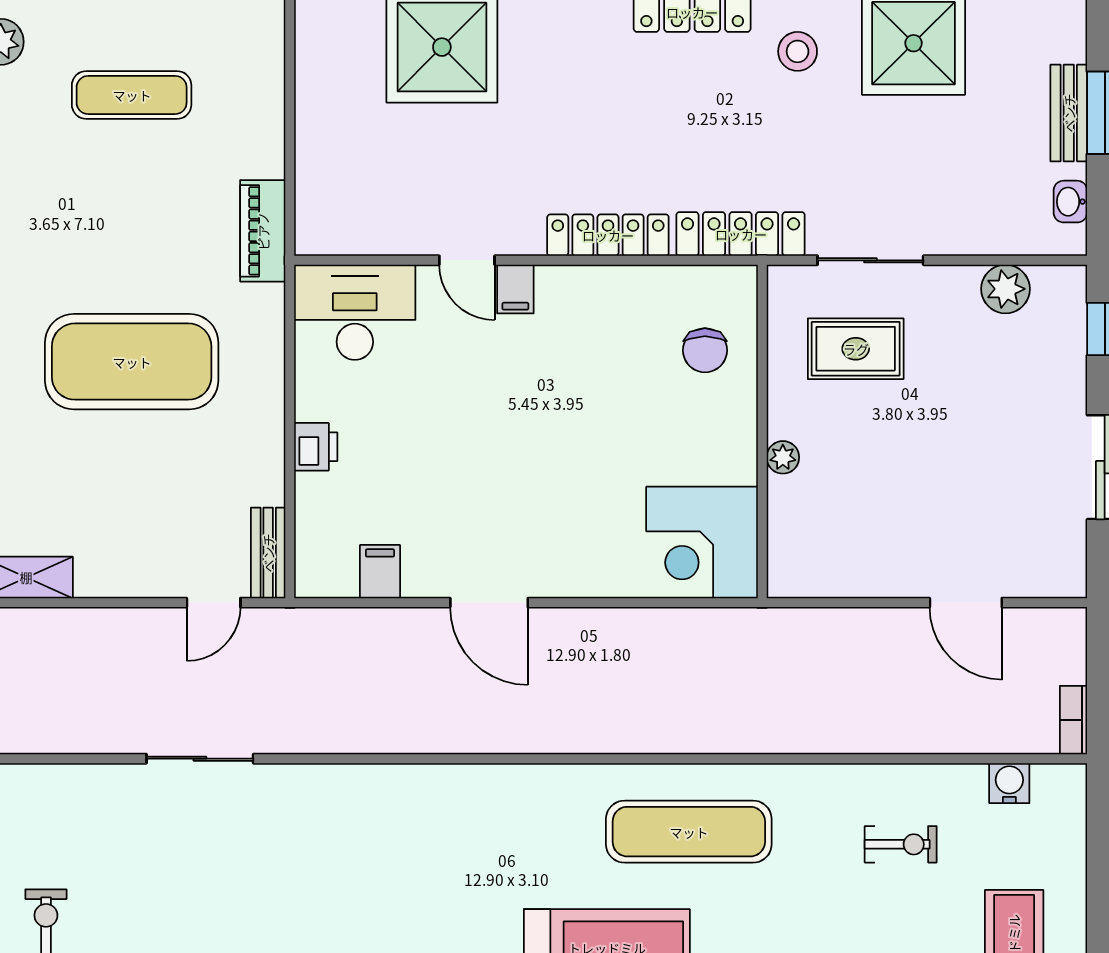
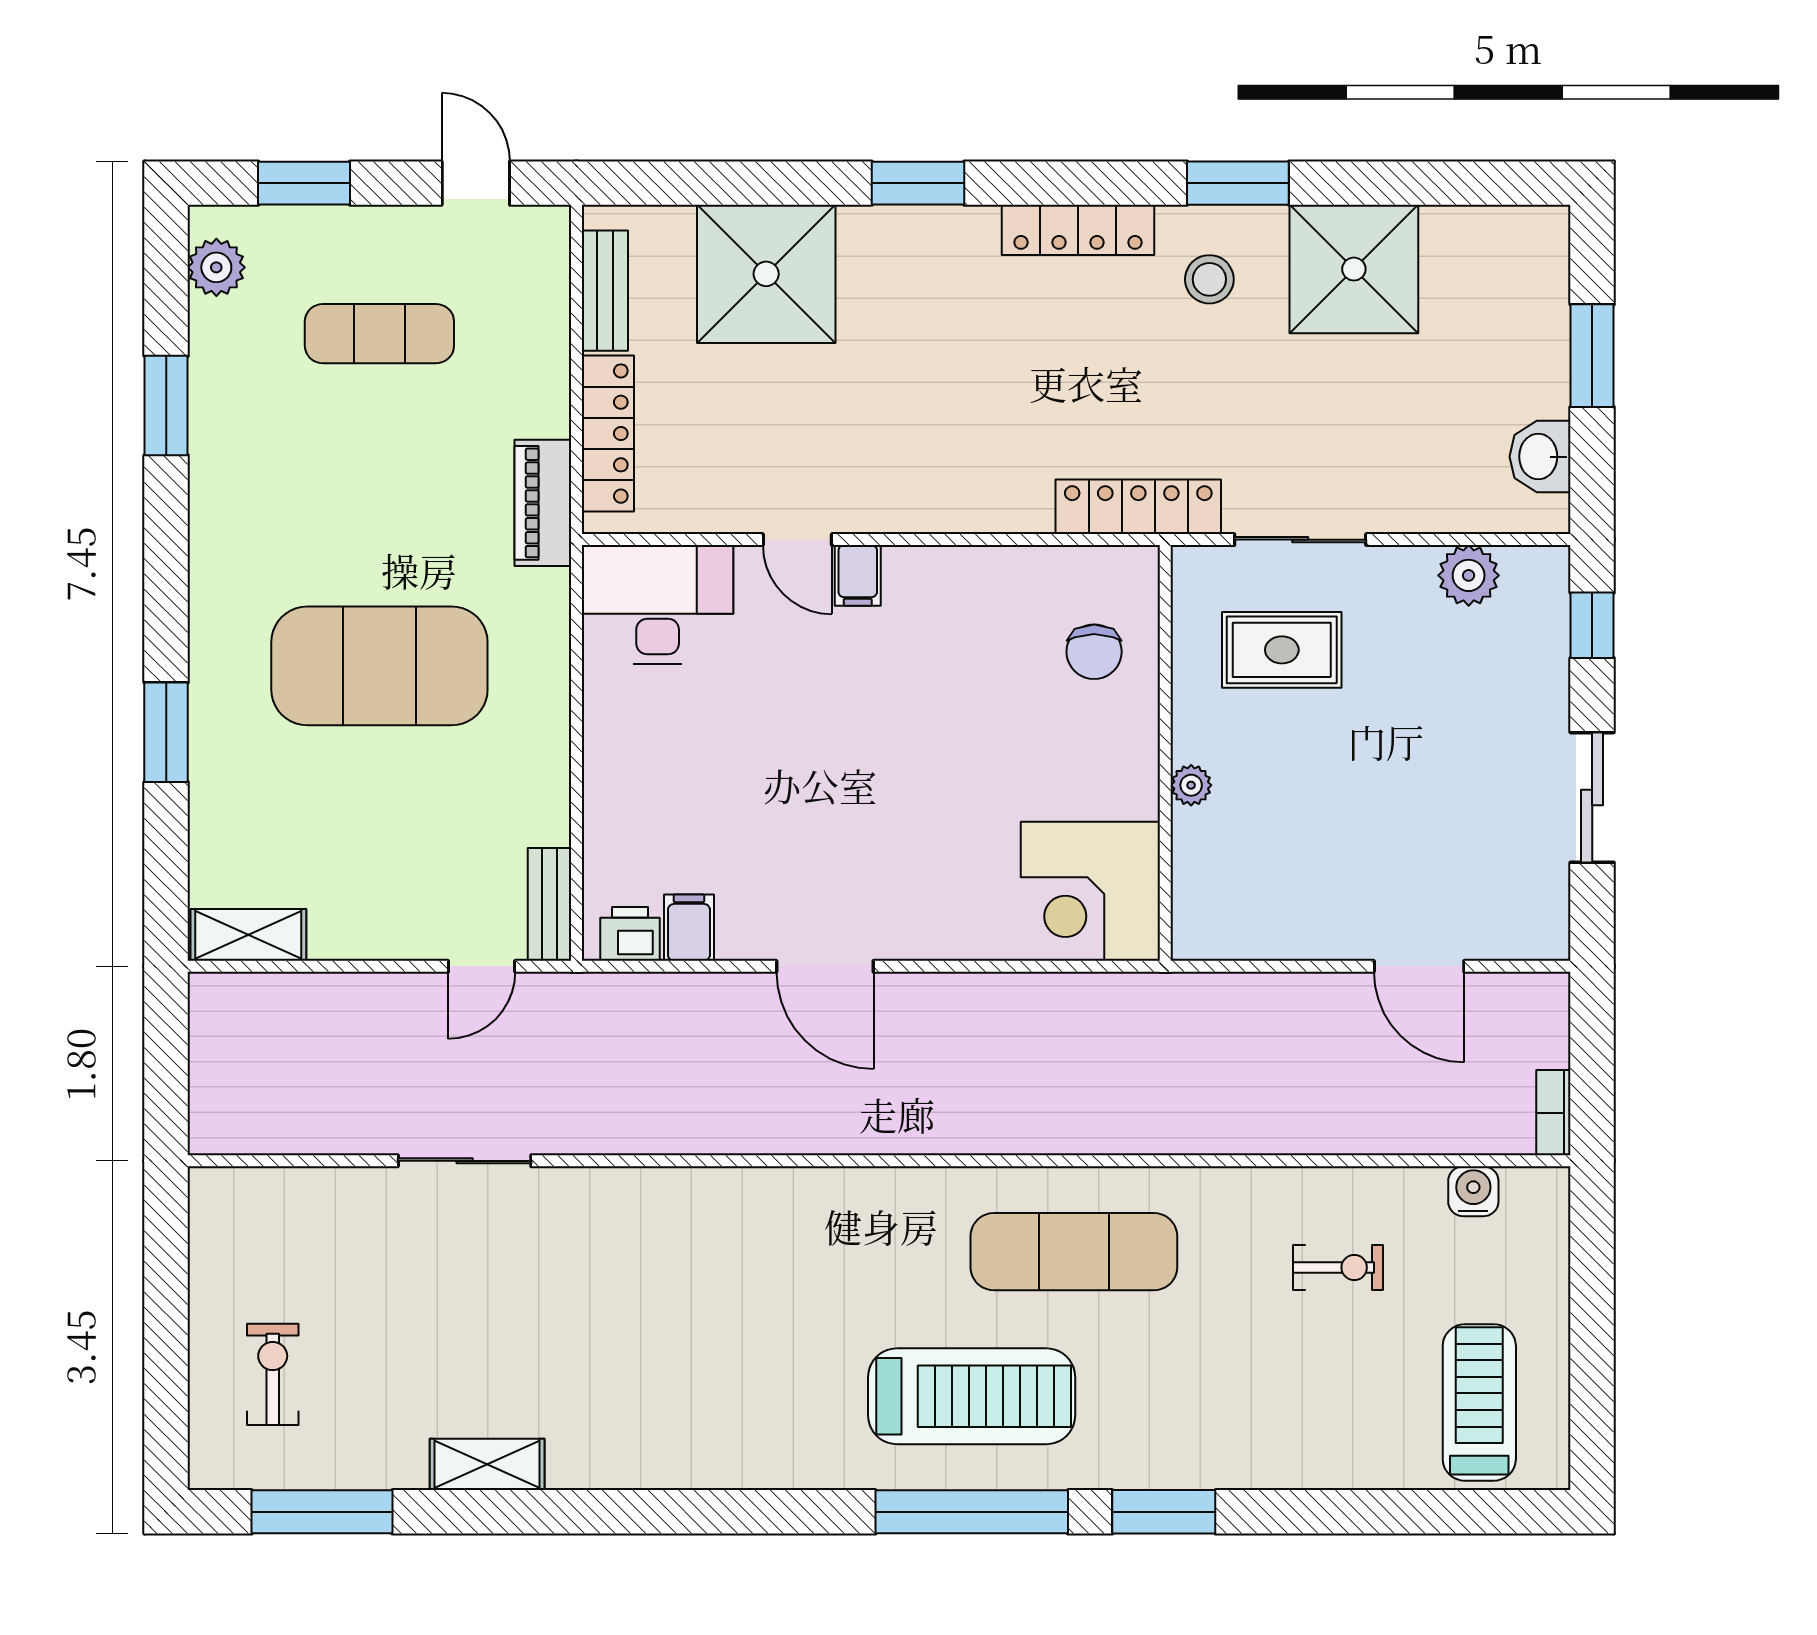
bench: (1069, 113) -> (605, 291), moved
washbasin: (1070, 202) -> (1540, 457), width x1.38, depth x1.45
locker: (608, 235) -> (608, 434), moved, turned 90
printer: (316, 447) -> (630, 934), moved, turned -90

